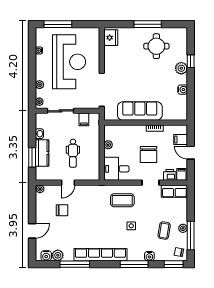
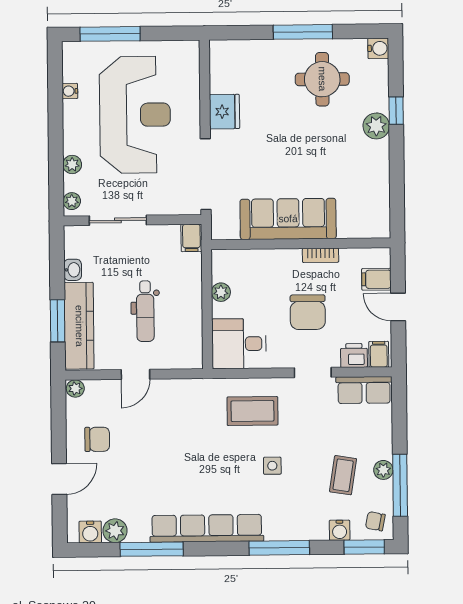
fridge: (111, 38) -> (225, 112), moved
water cooler: (183, 90) -> (378, 48), moved
filing cabinet: (84, 119) -> (191, 238), moved
kitchen counter: (42, 153) -> (79, 326), width x1.50
chair: (62, 210) -> (97, 439), moved
water cooler: (149, 256) -> (340, 530), moved

